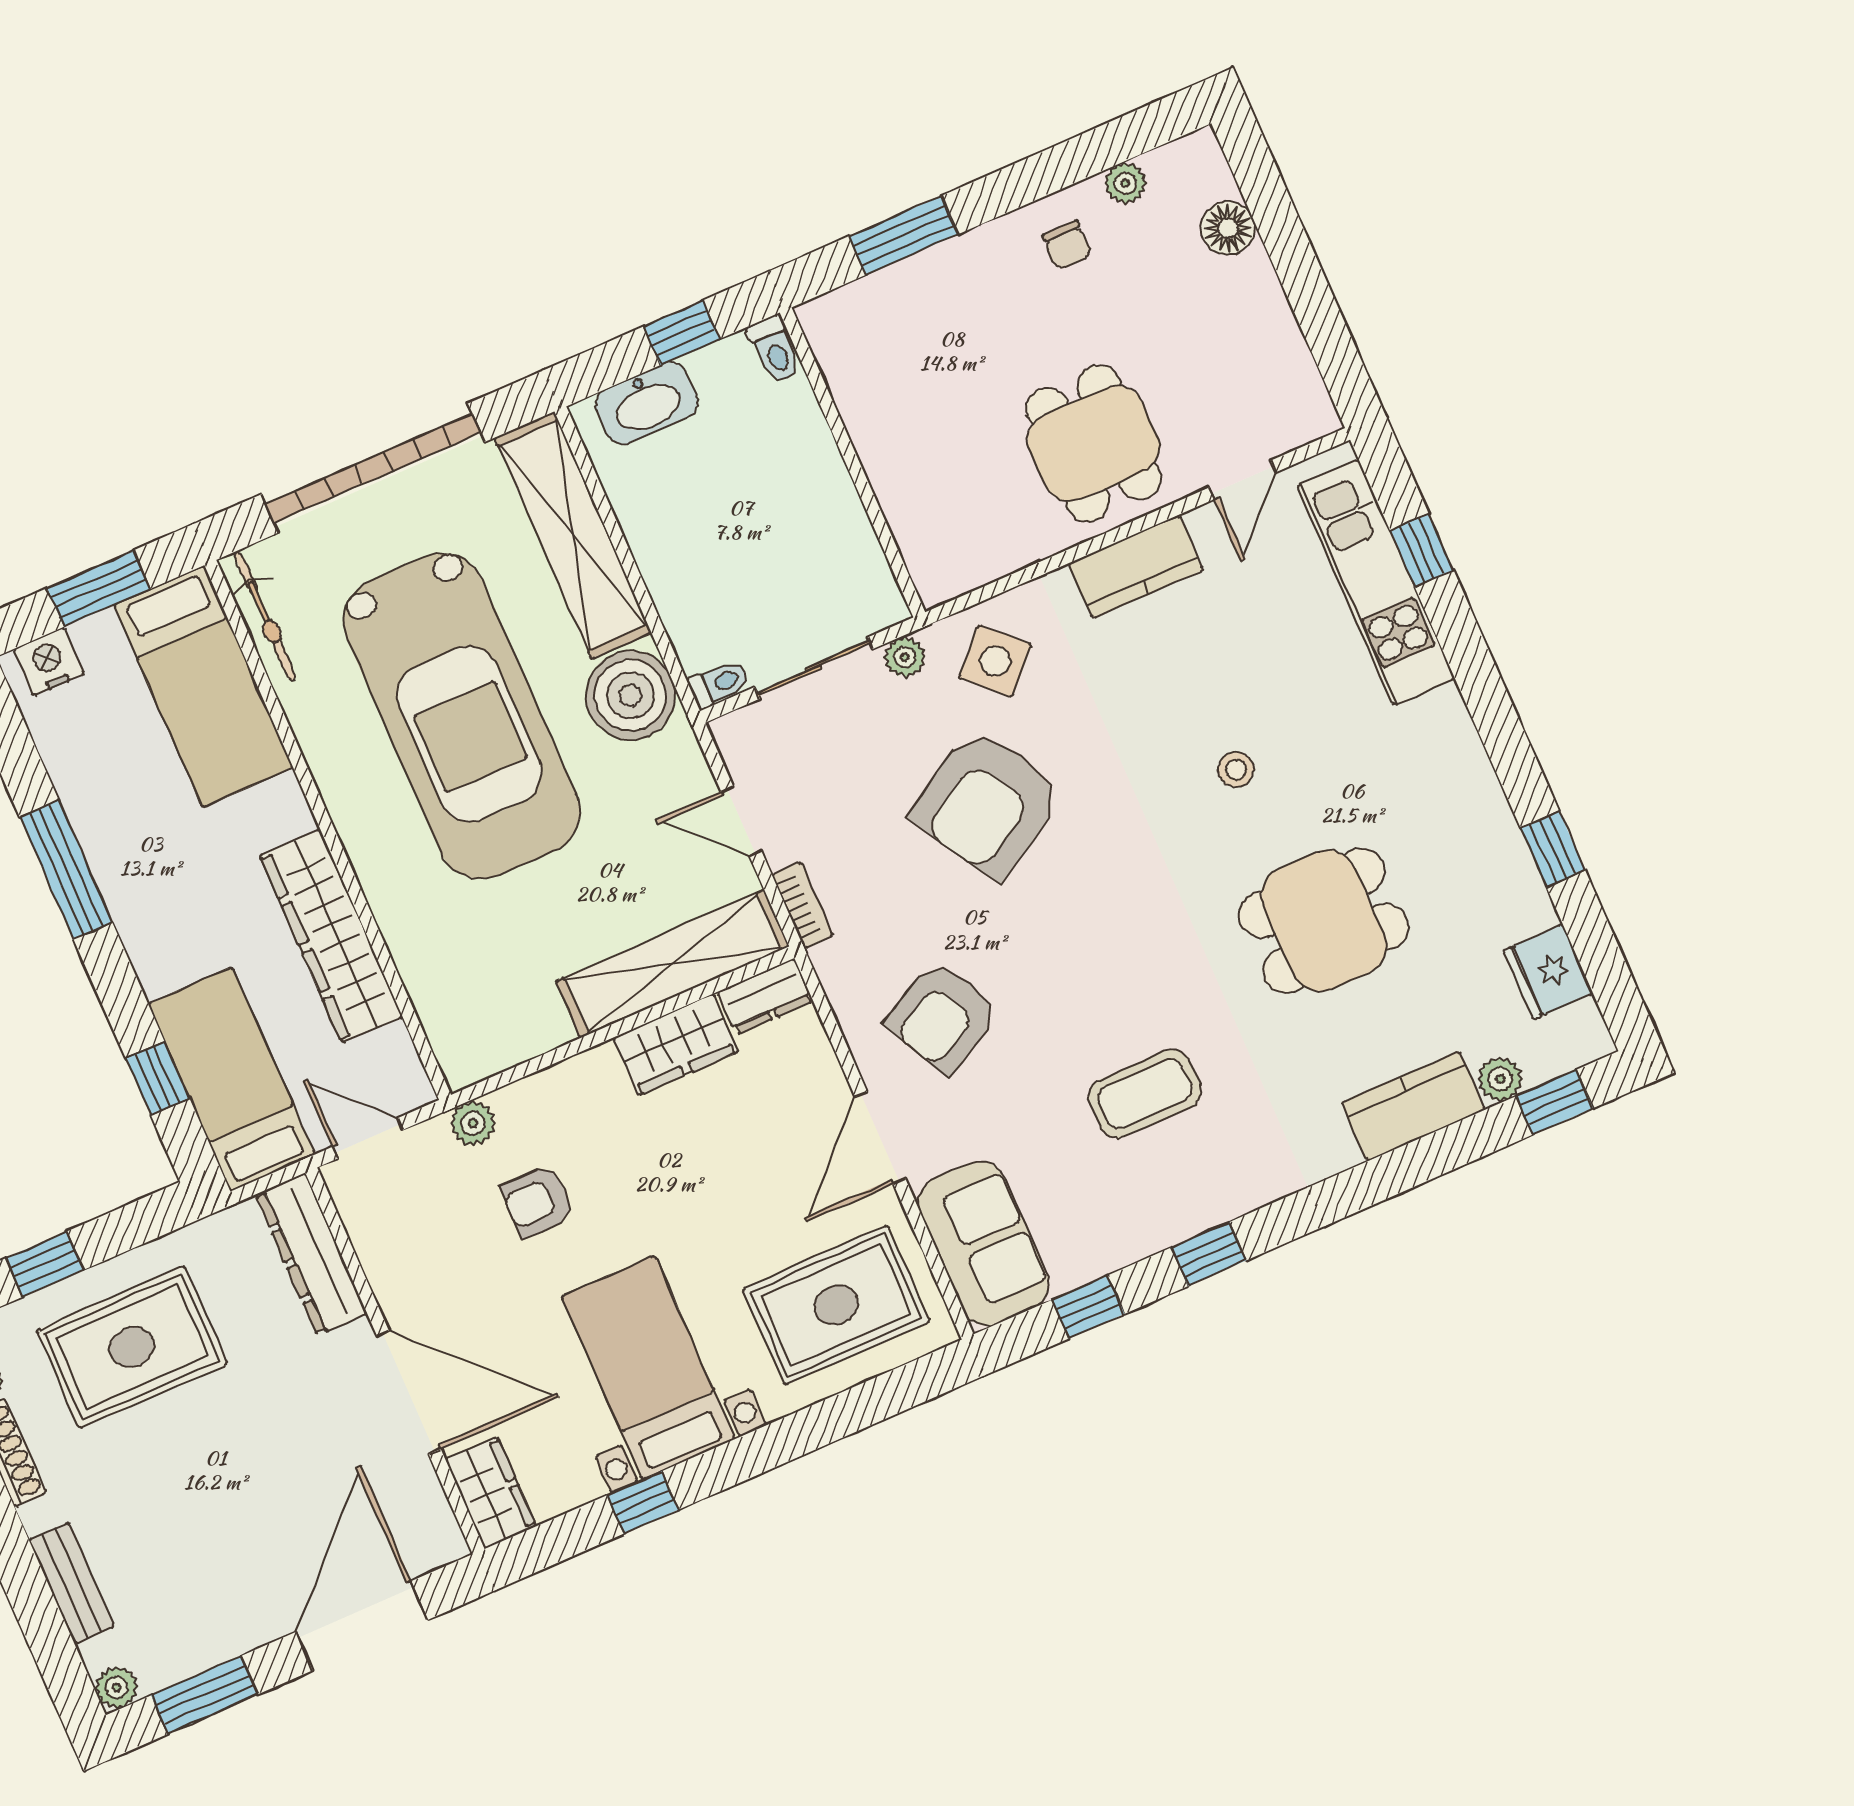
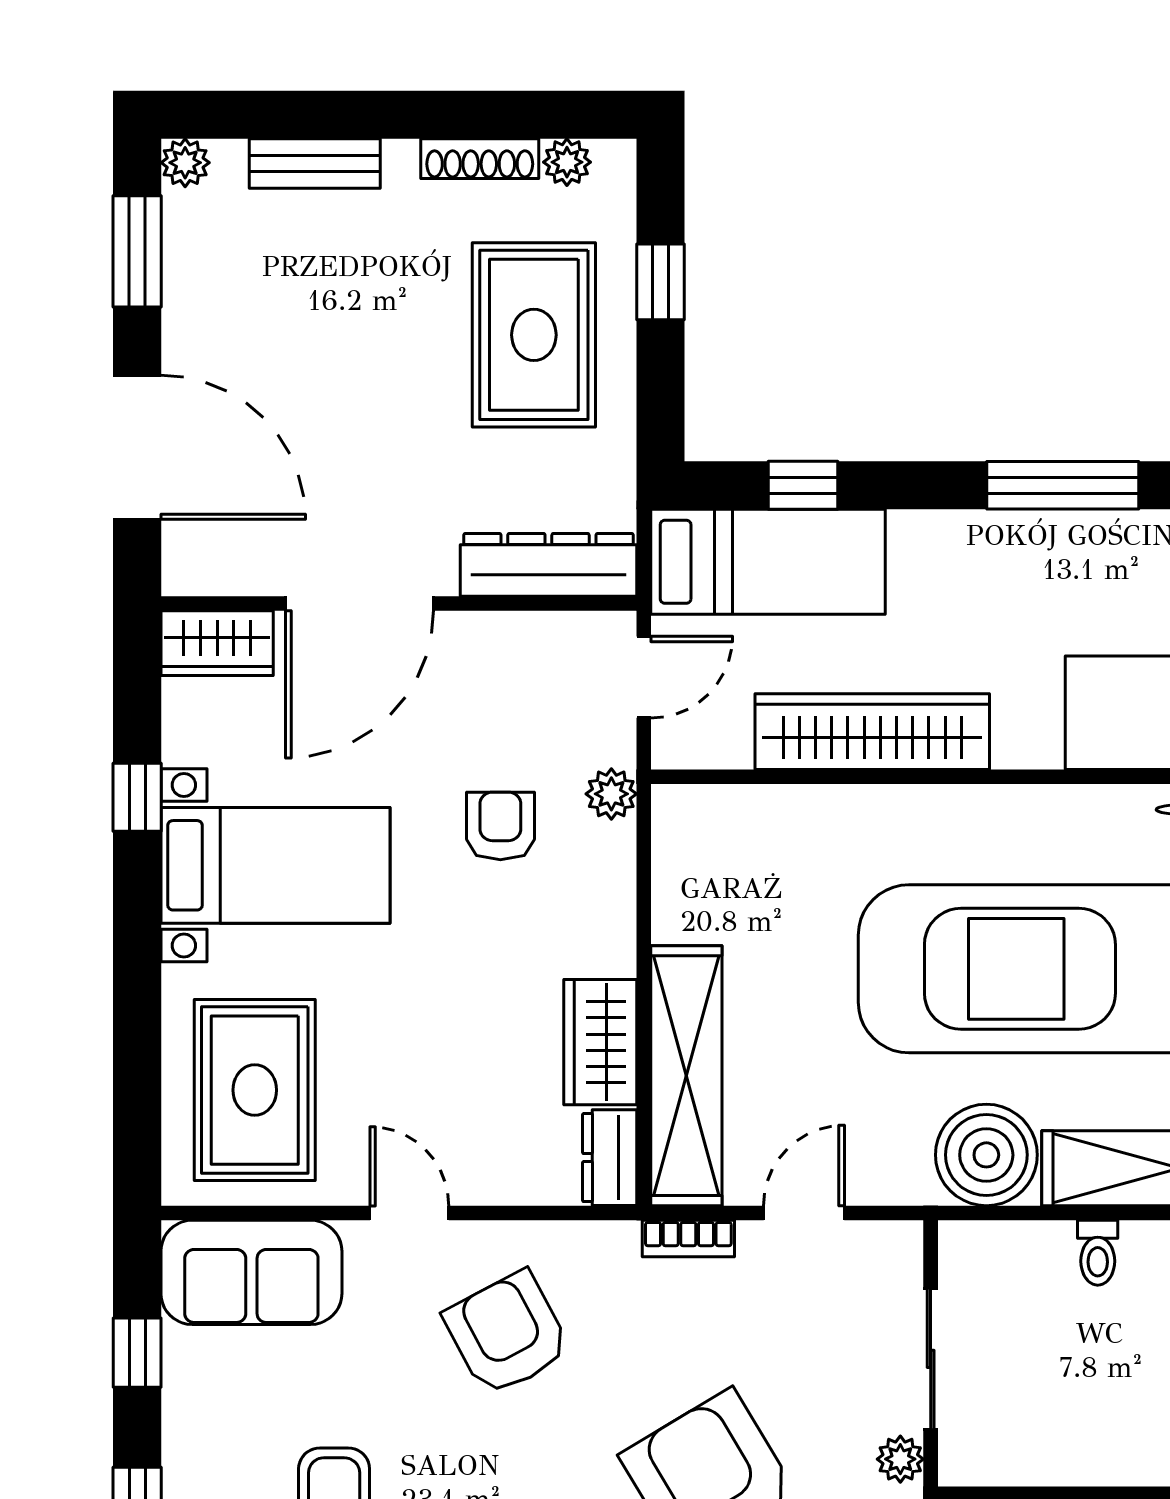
toilet: (719, 684) -> (1098, 1253), moved
door: (880, 1138) -> (409, 1213), width x0.73

